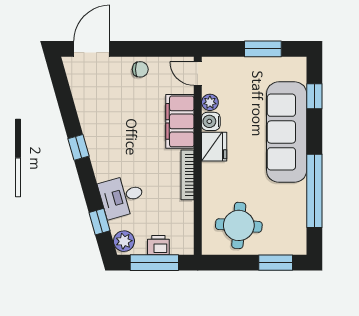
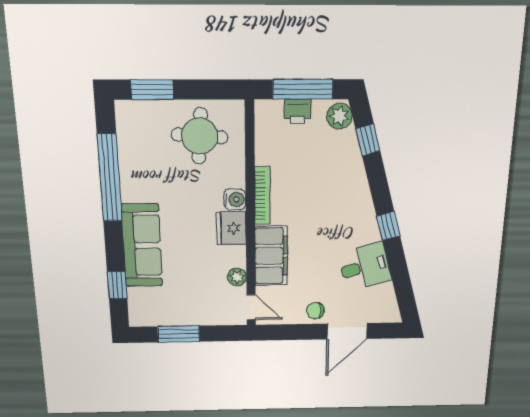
door: (92, 49) -> (347, 331), moved
water cooler: (211, 121) -> (235, 199), moved
sofa: (287, 132) -> (142, 246), width x0.74, depth x0.79
desk: (122, 196) -> (365, 267), moved

